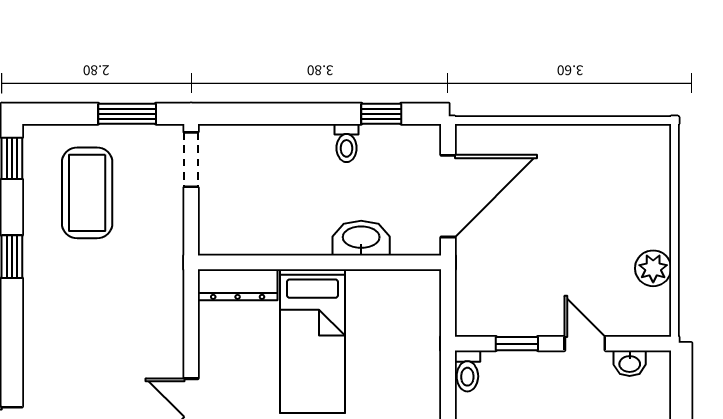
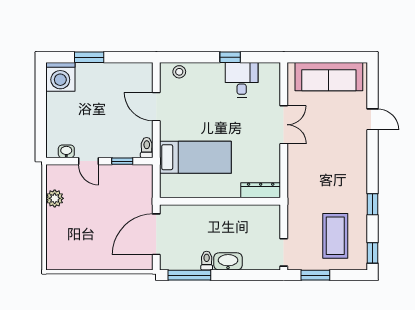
window: (381, 114) -> (189, 275), width x2.17
washbasin: (361, 238) -> (228, 261), moved, turned 180
bed: (312, 341) -> (195, 157), moved, turned 90

